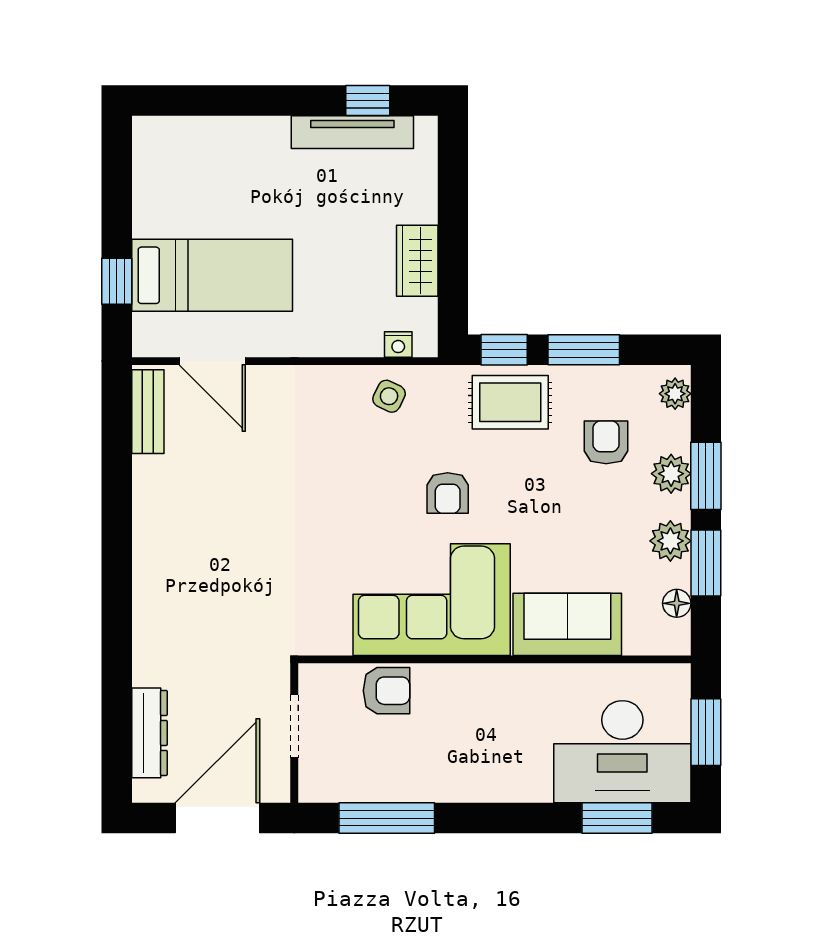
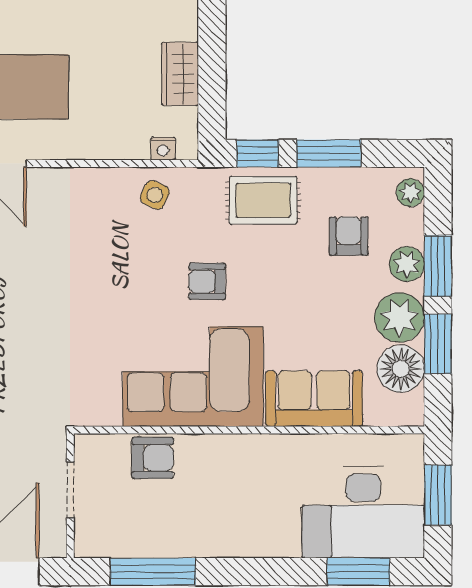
armchair: (448, 493) -> (207, 281), turned 90
plant: (670, 541) -> (400, 318), width x1.36, depth x1.36
floor lamp: (677, 603) -> (401, 369), width x1.89, depth x1.89

